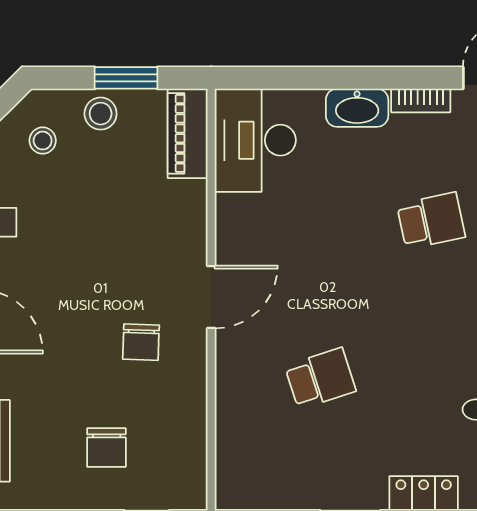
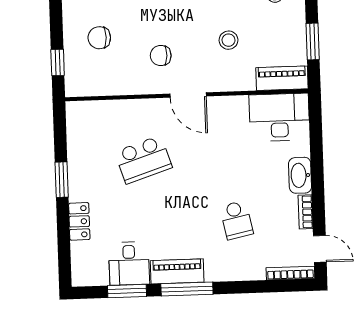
stool: (101, 114) -> (229, 40), moved
school desk: (320, 378) -> (143, 160), width x1.85

